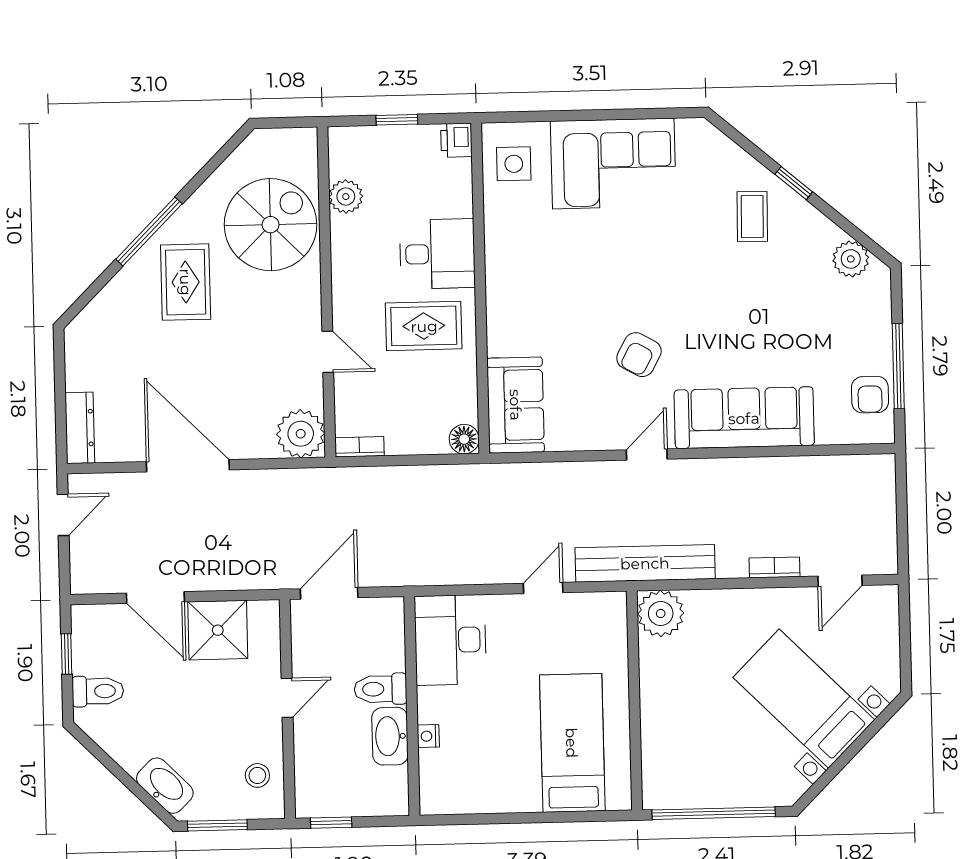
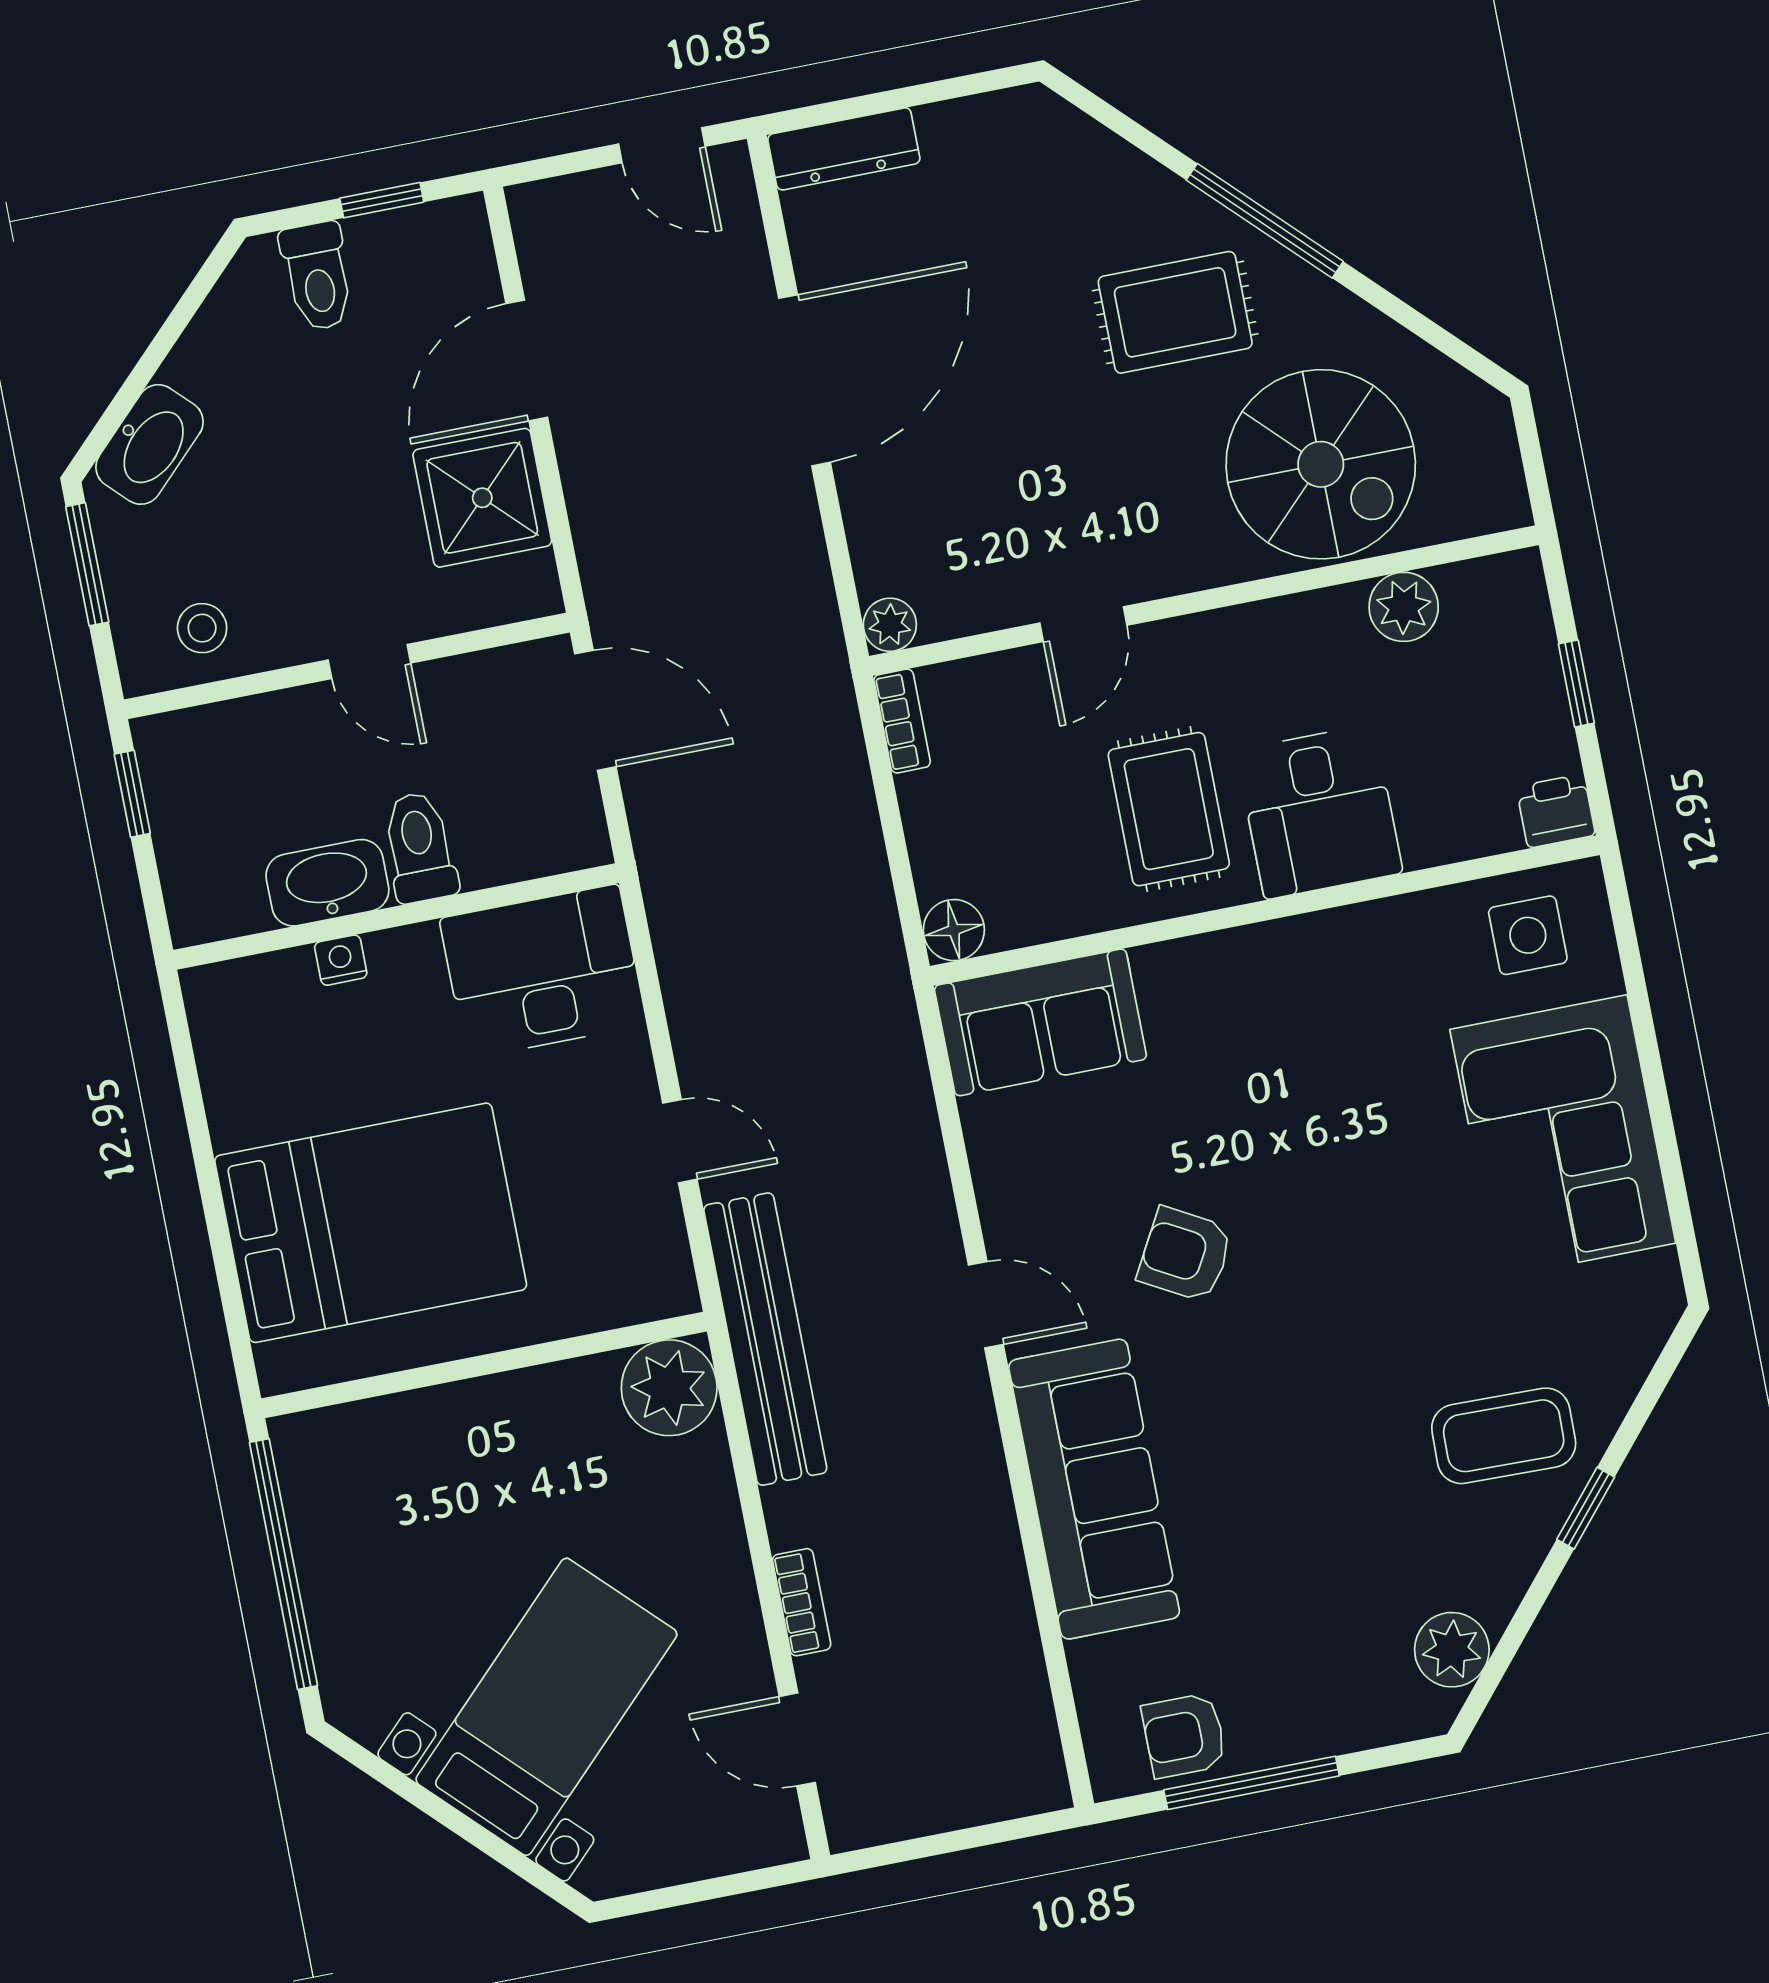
coffee table: (752, 217) -> (1504, 1436), width x1.36, depth x1.30
plant: (301, 434) -> (890, 625), width x0.53, depth x0.53
bed: (572, 743) -> (371, 1223), width x1.50

